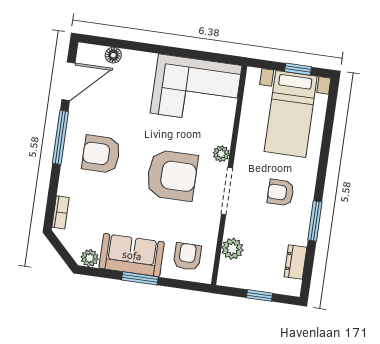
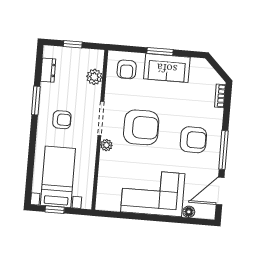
corner sofa: (196, 89) -> (153, 193), moved
armchair: (172, 175) -> (141, 127), turned 180
plant: (90, 258) -> (197, 64), removed

